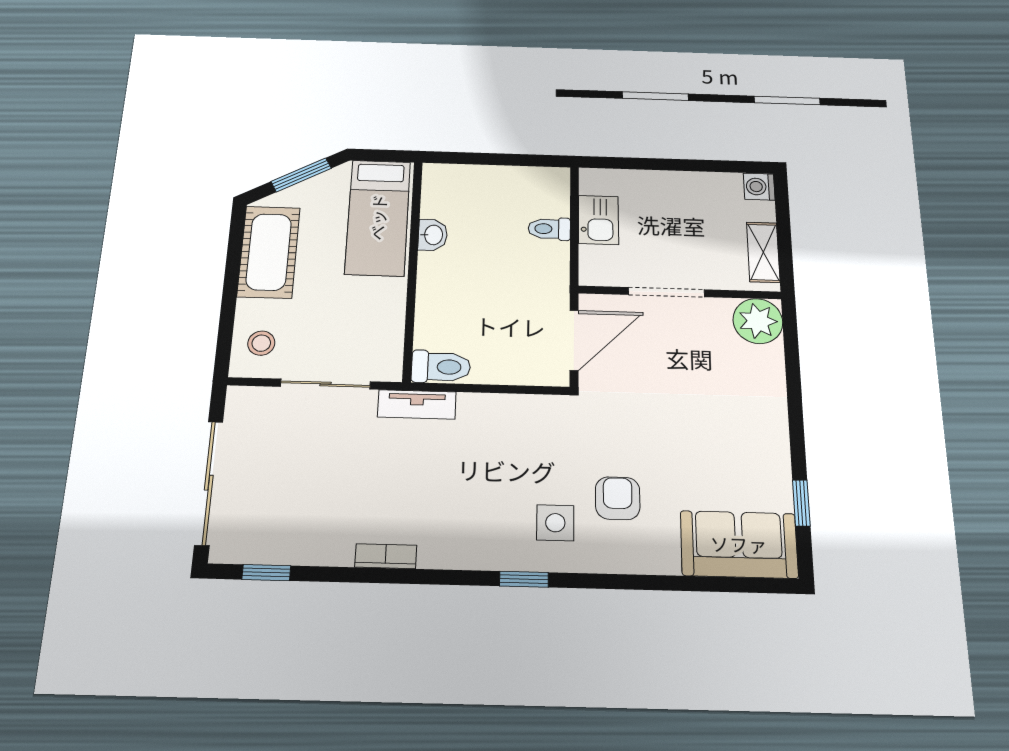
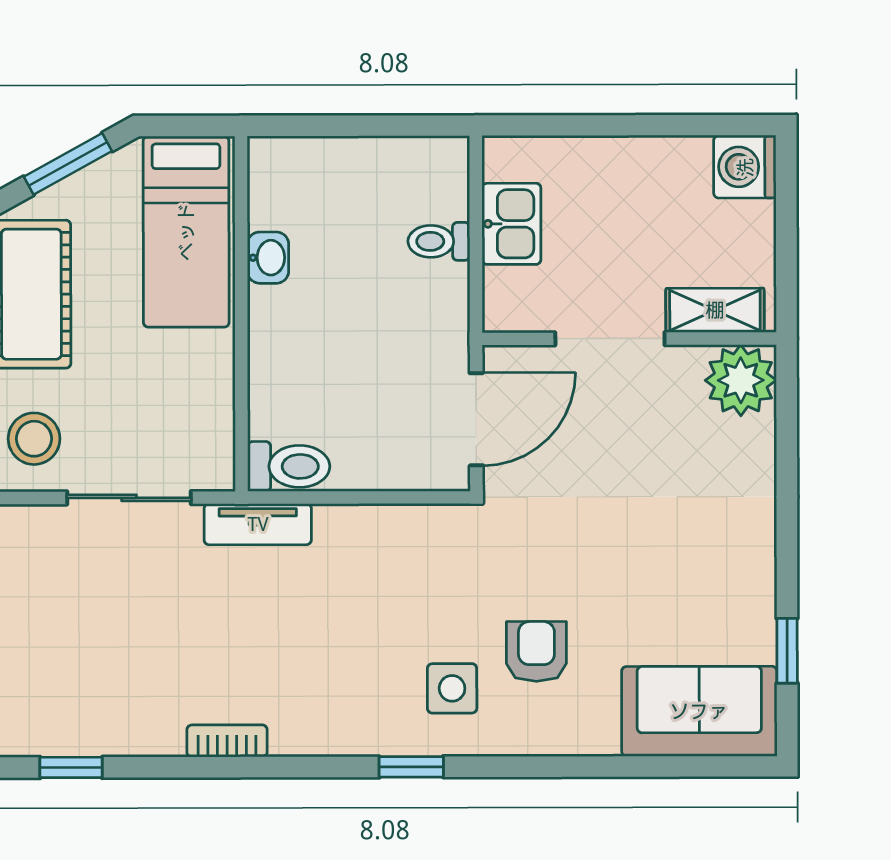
washing machine: (759, 187) -> (745, 167), width x1.38, depth x1.38
shelving: (763, 252) -> (715, 310), moved, turned 90
stool: (261, 343) -> (34, 439), width x1.37, depth x1.37

